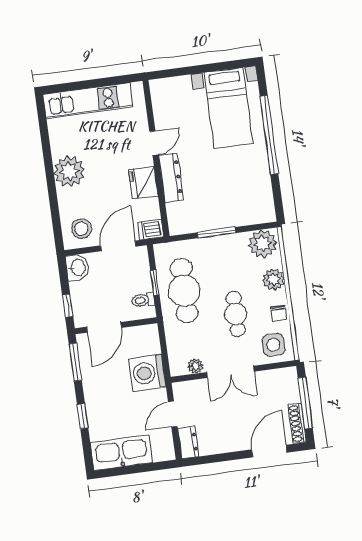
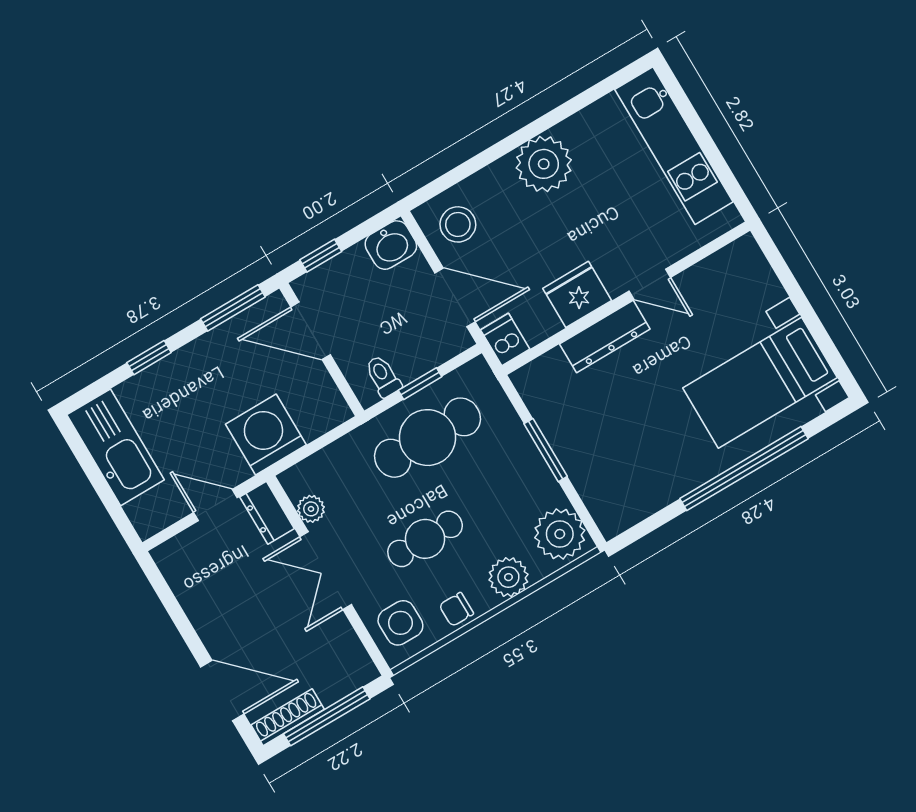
dresser: (188, 442) -> (267, 513), moved, turned 90

